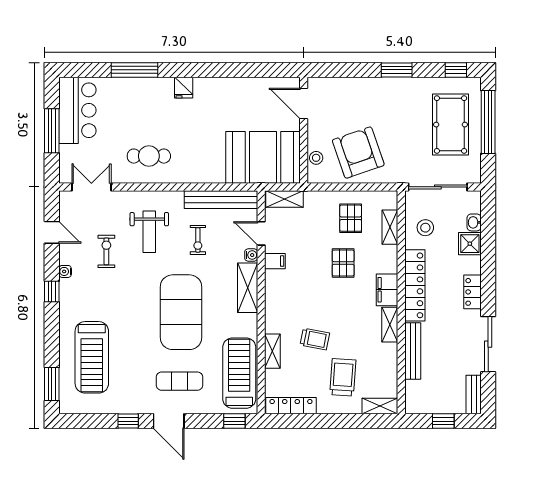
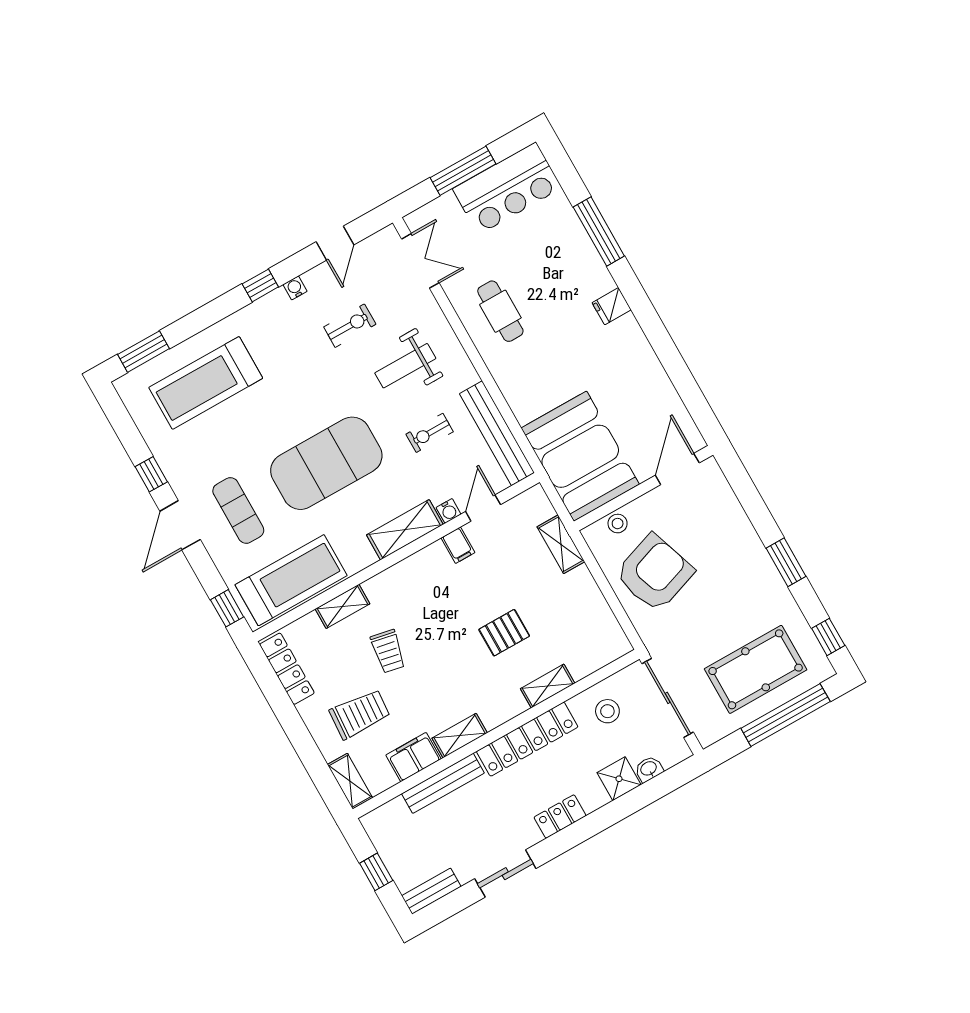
shelving: (284, 199) -> (561, 544), moved
pallet: (351, 218) -> (566, 610), removed
shelving: (390, 227) -> (548, 686), moved
filing cabinet: (387, 290) -> (414, 757), moved
sliding door: (488, 344) -> (505, 874), width x0.73

